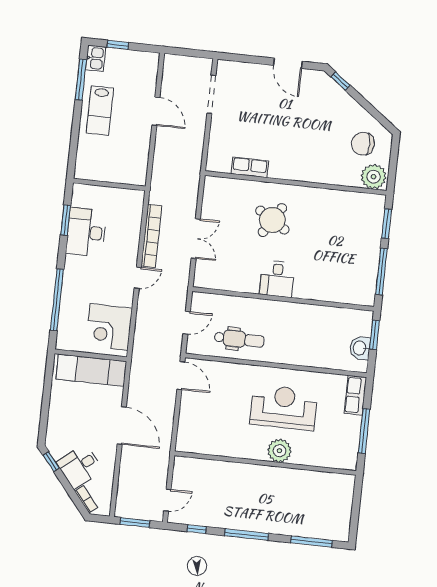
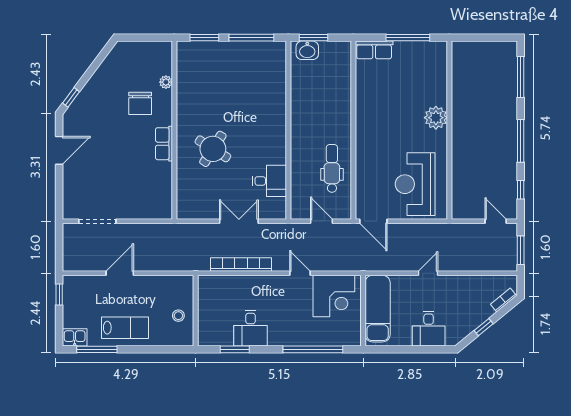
window: (118, 45) -> (59, 295), moved
chair: (363, 144) -> (140, 103), moved
stool: (106, 166) -> (178, 316), added
row of seats: (250, 167) -> (164, 144), moved
plant: (374, 177) -> (166, 82), moved, width x0.53, depth x0.53
desk: (86, 232) -> (251, 328), width x0.73
door: (138, 278) -> (300, 273), moved
desk: (277, 279) -> (269, 181), moved
washbasin: (360, 348) -> (307, 50), moved
door: (181, 376) -> (373, 221), swing flipped
reception desk: (284, 407) -> (415, 184), moved
door: (122, 425) -> (428, 273), width x0.53
window: (51, 462) -> (484, 327), moved
desk: (80, 466) -> (429, 329), moved, turned 39

